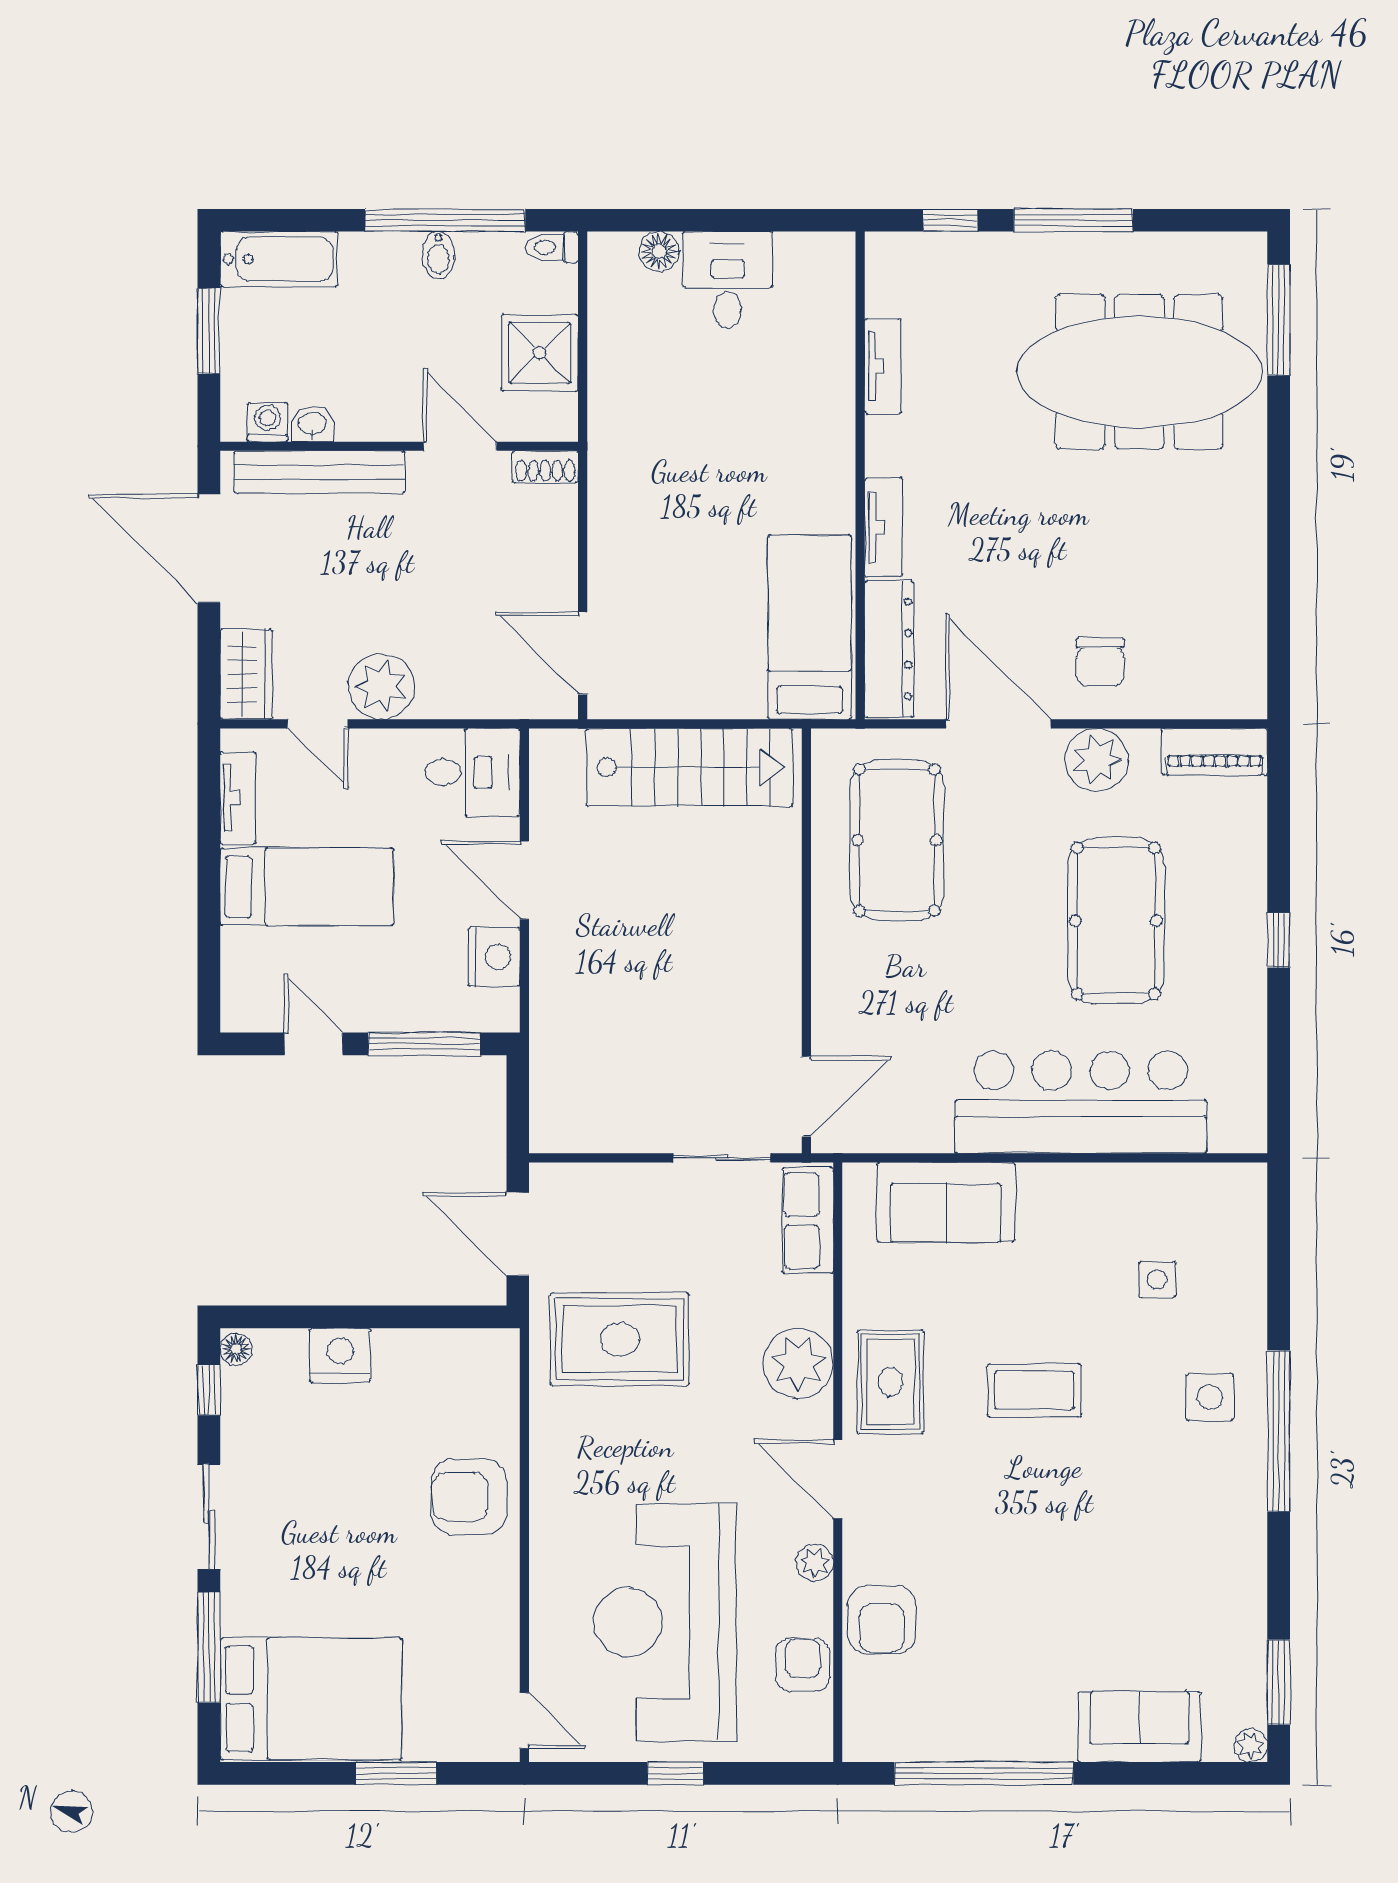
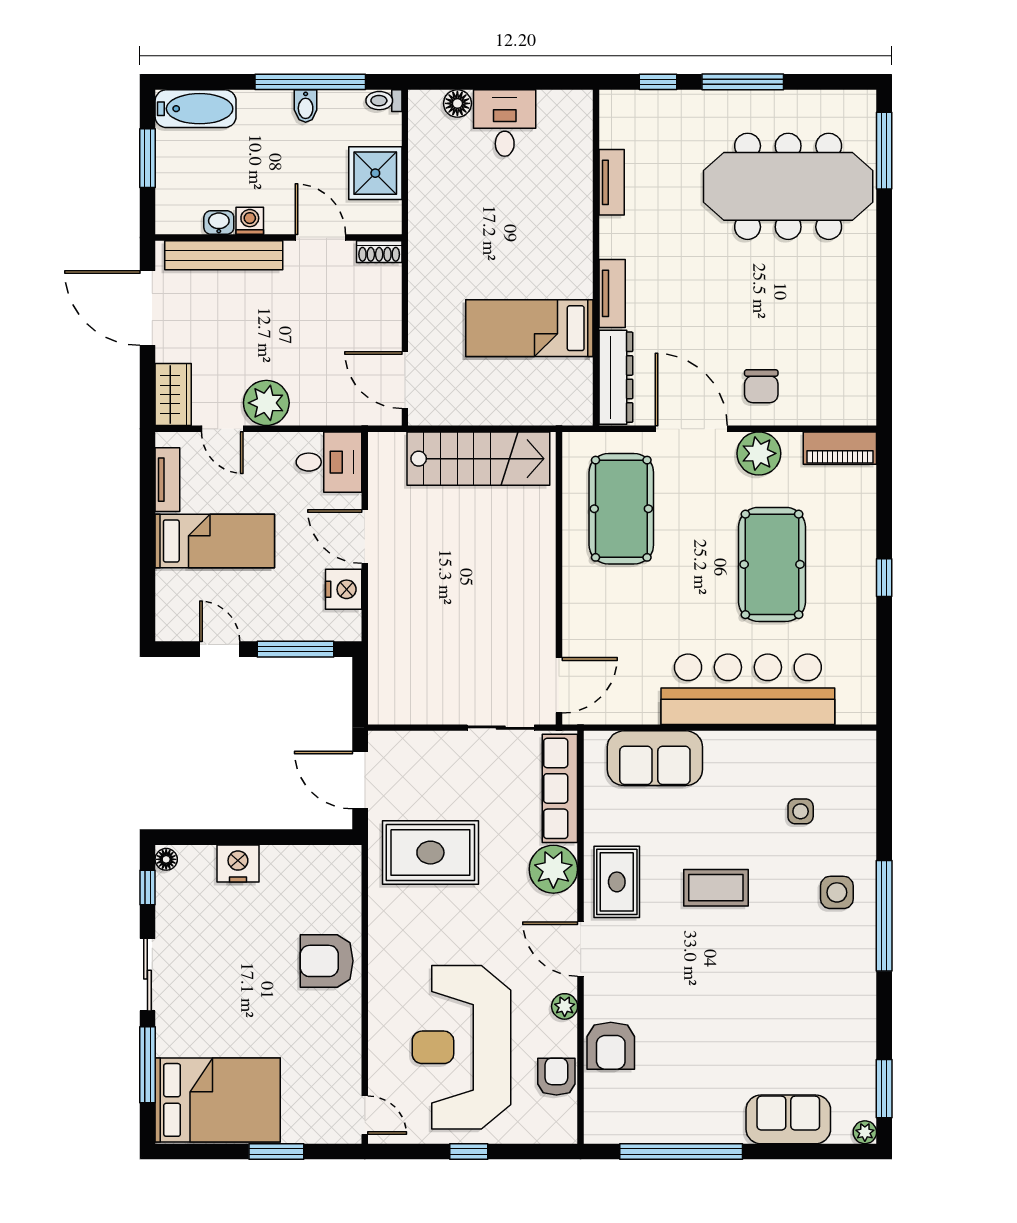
washing machine: (267, 422) -> (250, 221), moved
bed: (810, 627) -> (529, 328), moved, turned -90
row of seats: (808, 1221) -> (560, 788), width x1.48

